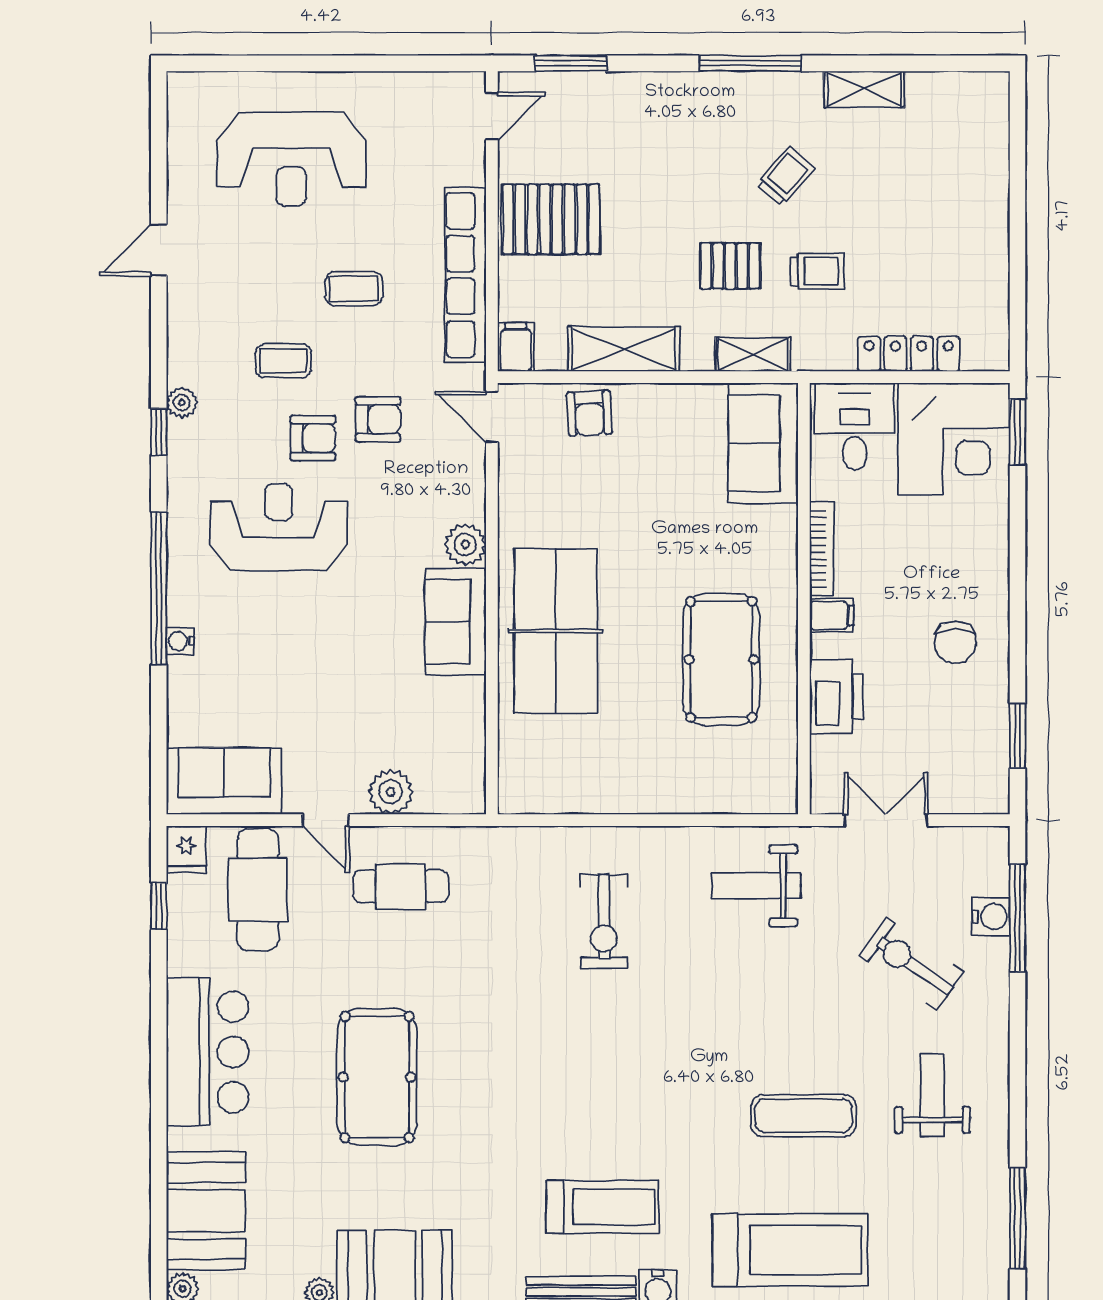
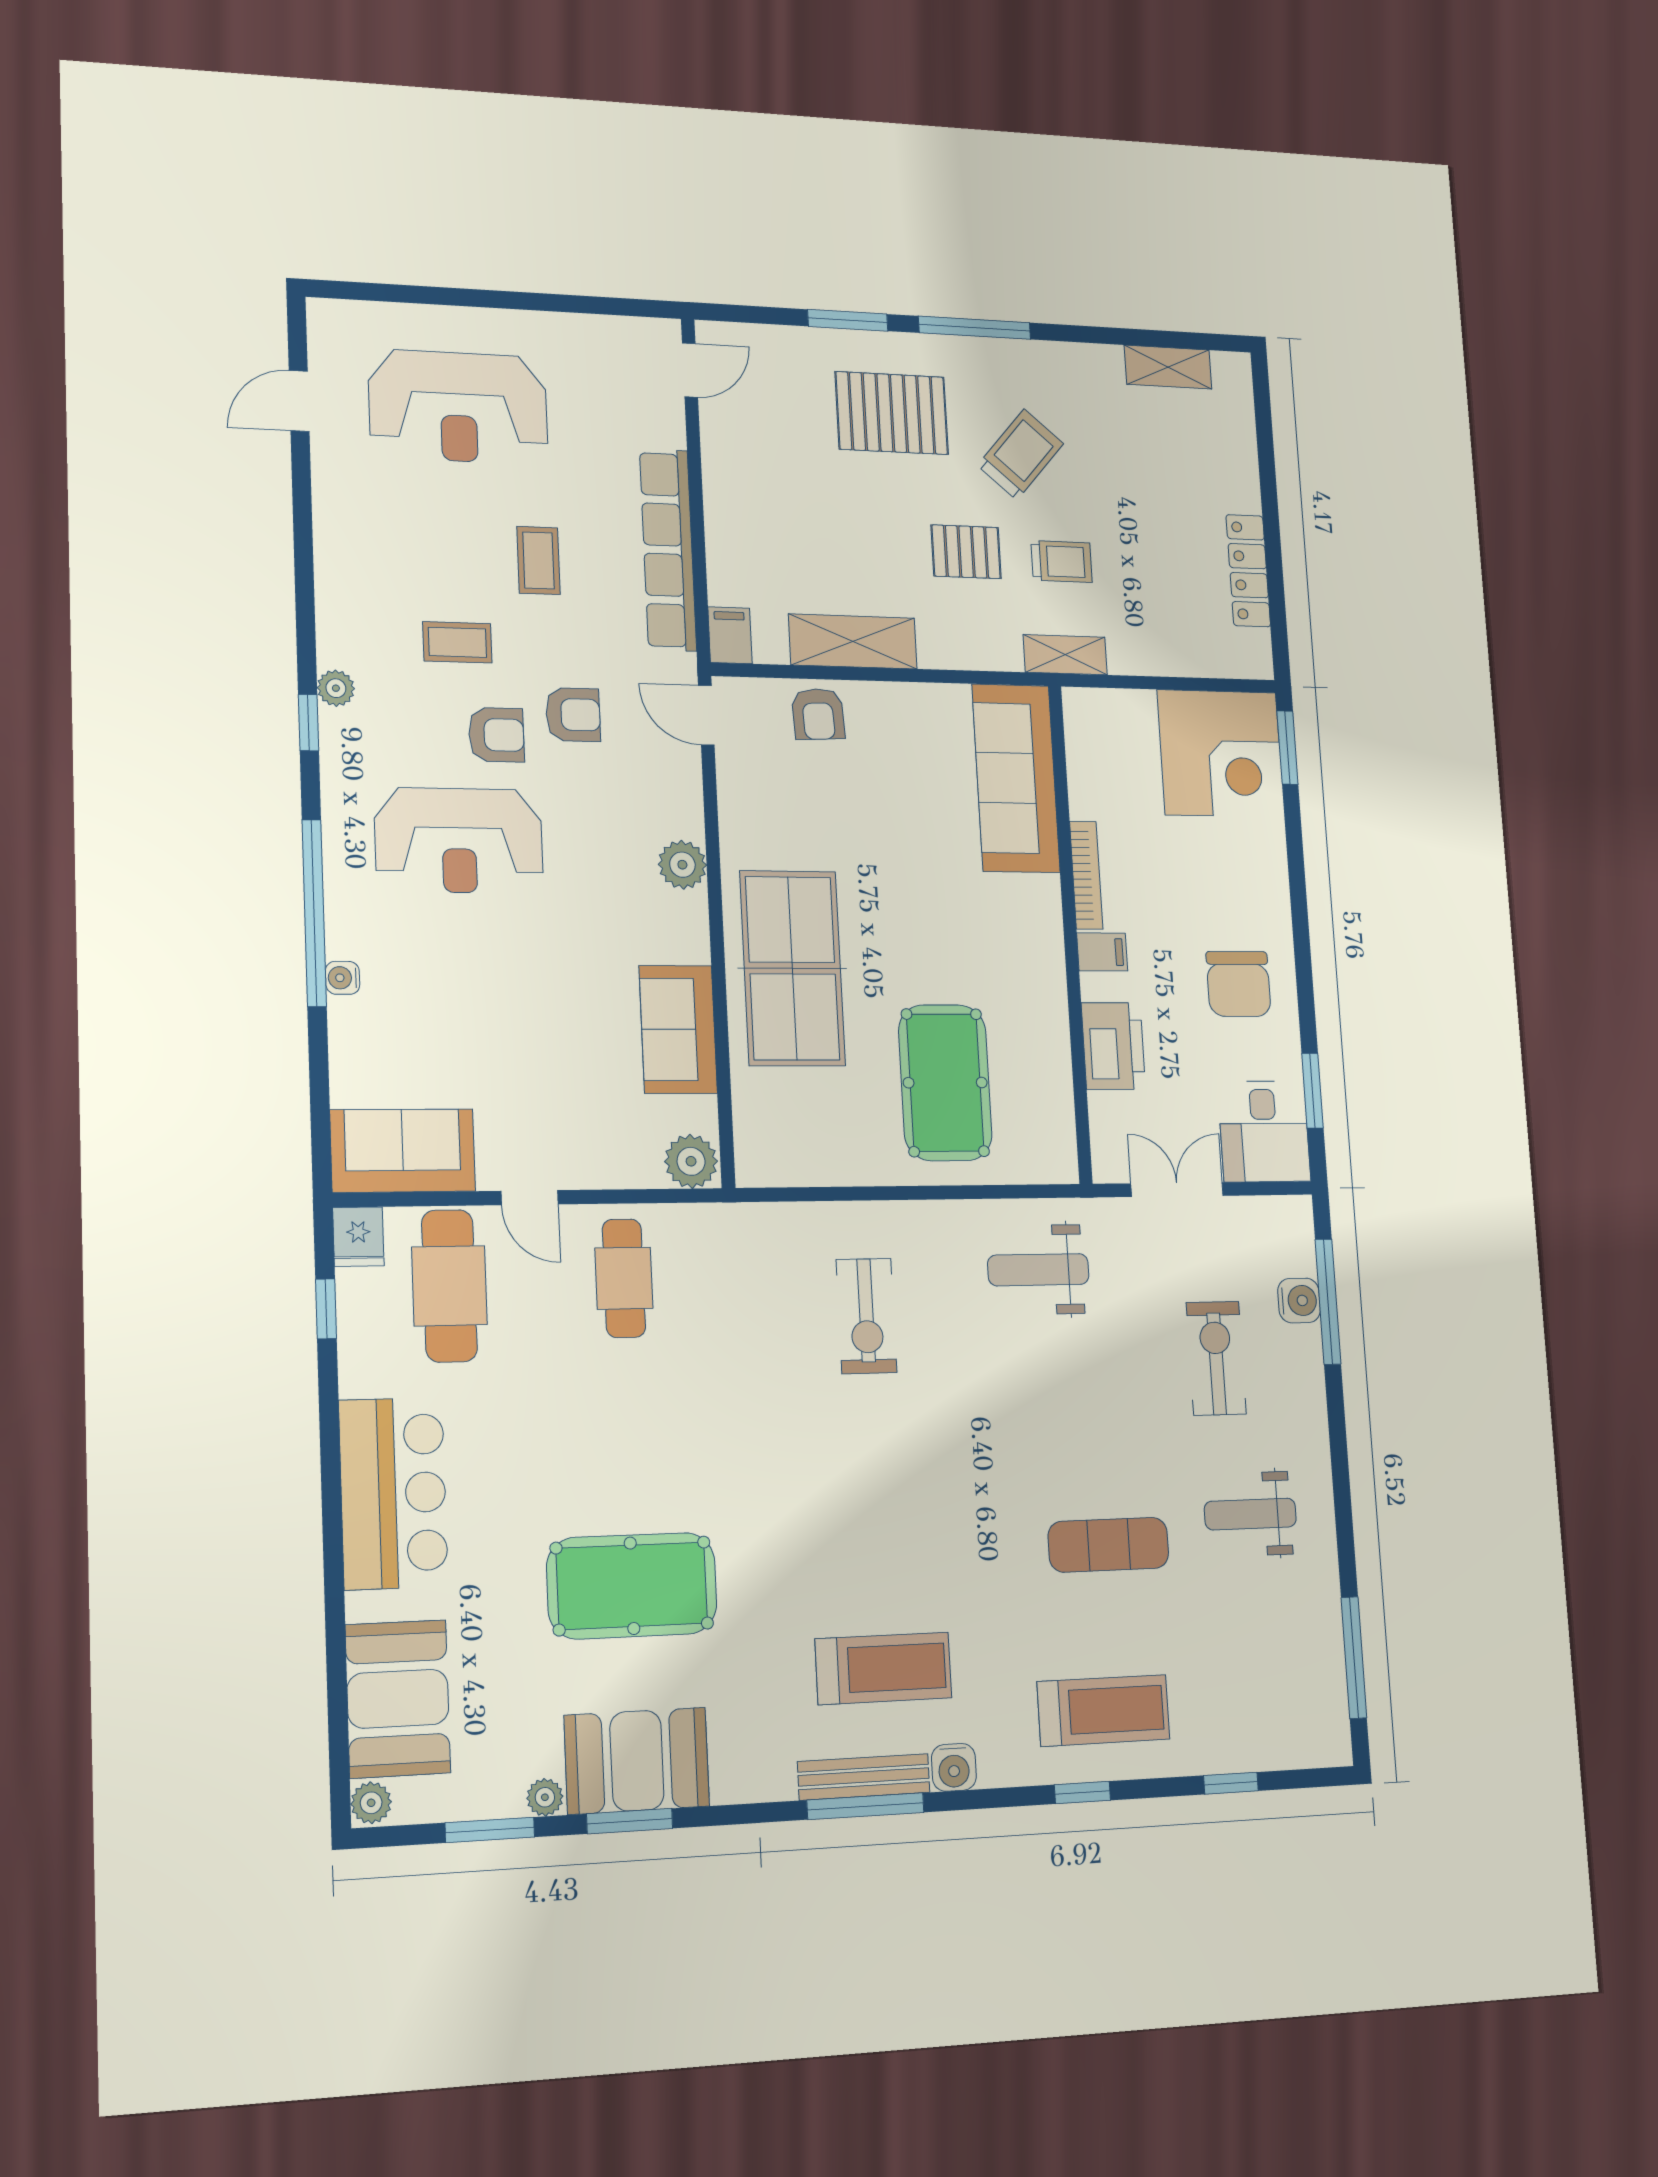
window: (571, 63) -> (848, 320), moved
shelving: (864, 89) -> (1168, 367), moved
trolley: (785, 176) -> (1020, 454), width x1.36, depth x1.39
pallet: (551, 219) -> (892, 413), moved
door: (159, 250) -> (299, 401), moved
coffee table: (354, 289) -> (538, 560), turned 90
locker: (909, 354) -> (1248, 571), moved, turned -90
shelving: (753, 355) -> (1065, 655), moved
desk: (855, 426) -> (1264, 1131), moved, turned 180
sofa: (763, 443) -> (1016, 778), width x1.36
reception desk: (279, 527) -> (459, 840), turned 180
sofa: (455, 622) -> (678, 1029), moved
chair: (956, 643) -> (1239, 984), width x1.37, depth x1.37
pool table: (721, 659) -> (945, 1083), moved
plant: (391, 792) -> (691, 1161), moved
cafe table: (401, 886) -> (624, 1278), turned 90
exercise bike: (911, 964) -> (1216, 1358), turned 55
pool table: (377, 1077) -> (632, 1586), moved, turned 90
weight bench: (932, 1095) -> (1250, 1514), turned -90
treadmill: (790, 1250) -> (1104, 1710), width x0.73, depth x0.73

